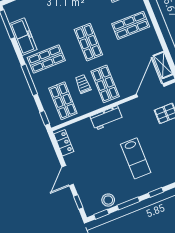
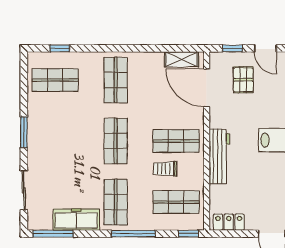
shop shelf: (88, 42) -> (116, 141), turned 90
workbench: (106, 118) -> (219, 156), width x1.38

